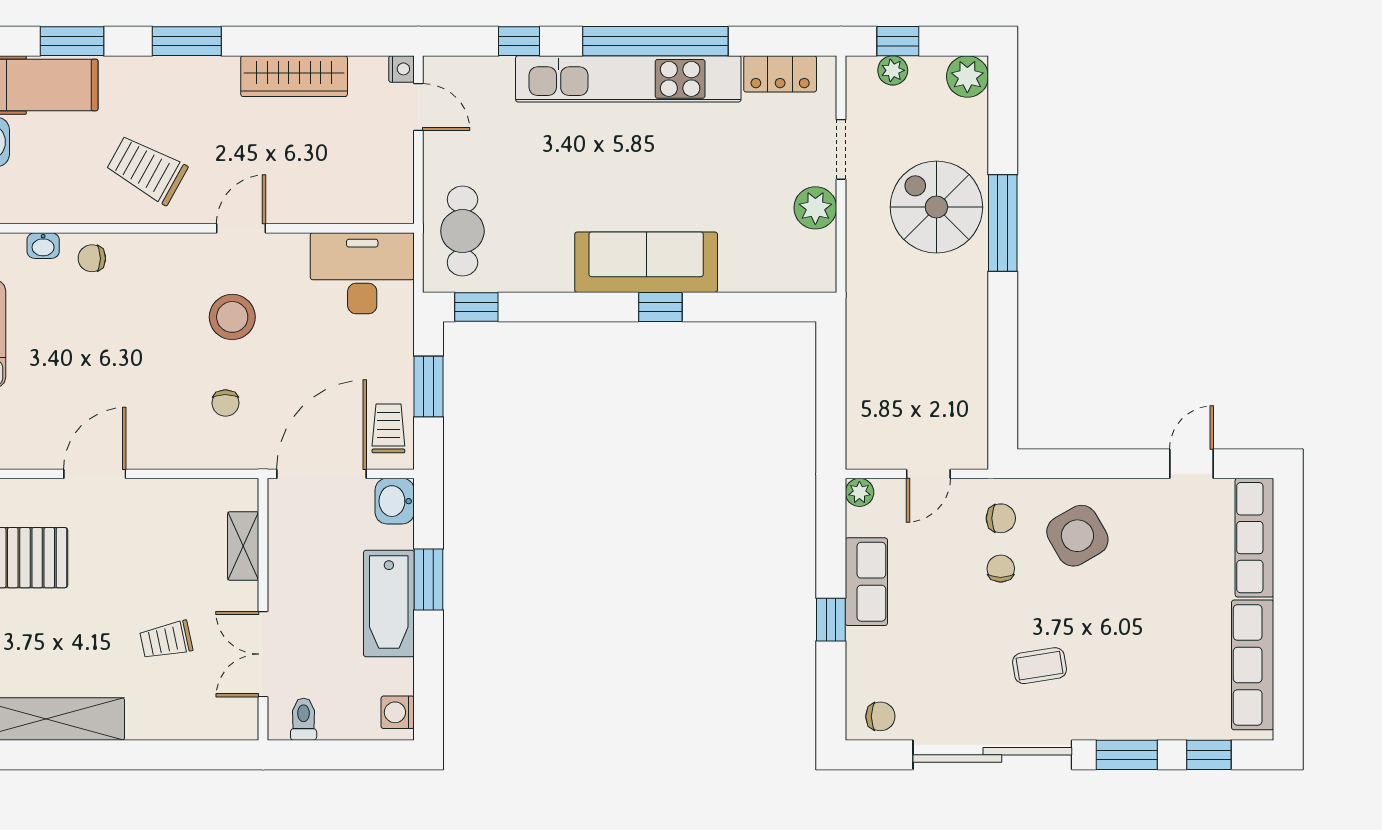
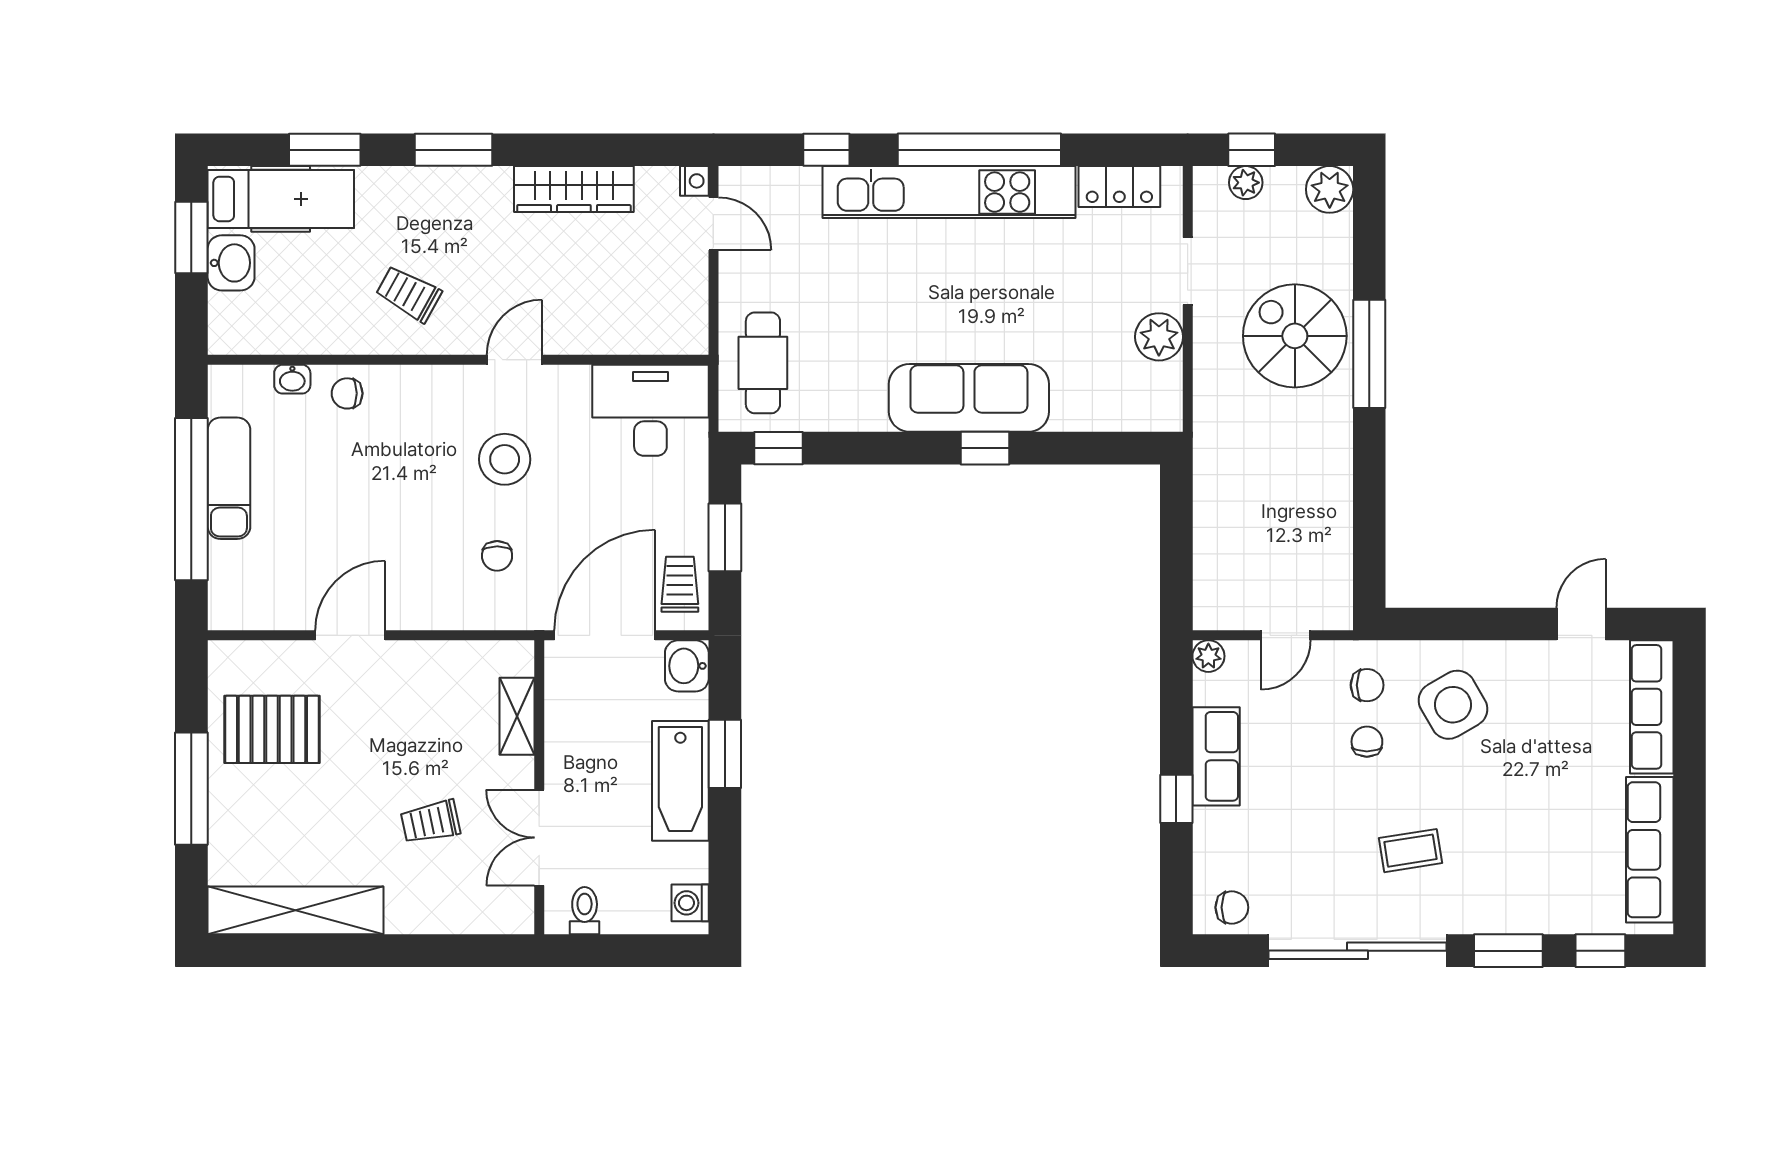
trolley: (147, 169) -> (409, 294), width x0.73, depth x0.72

